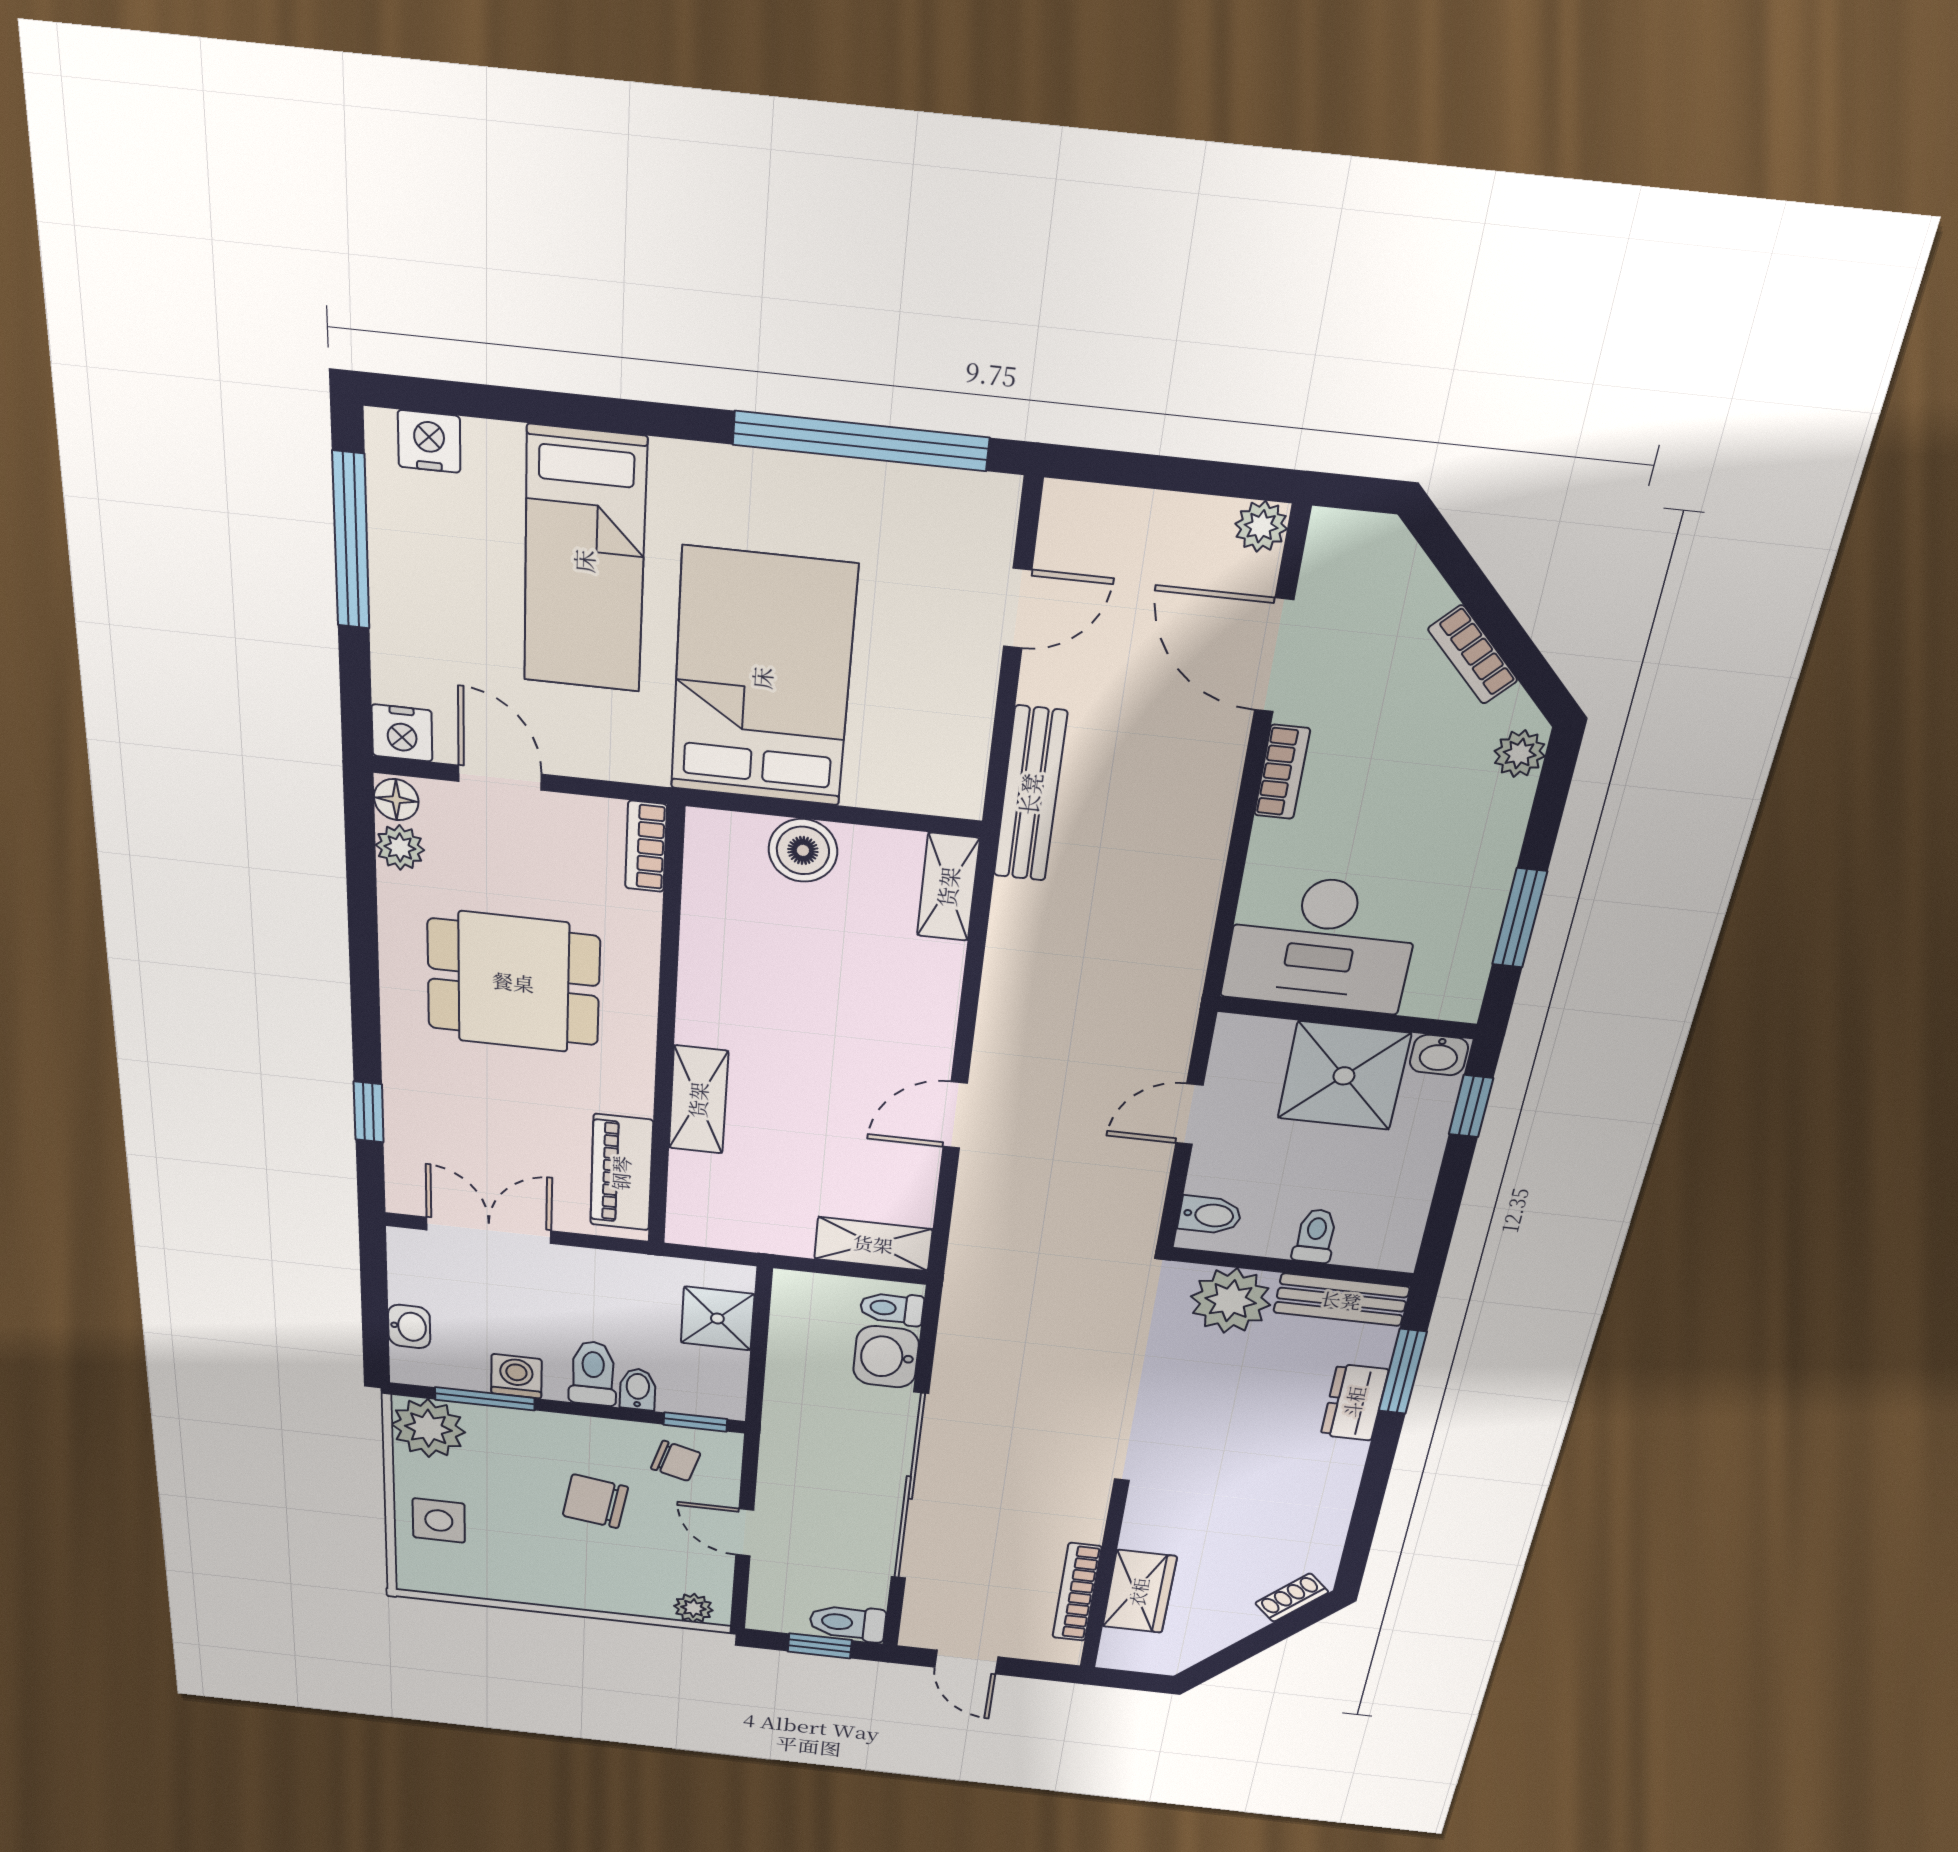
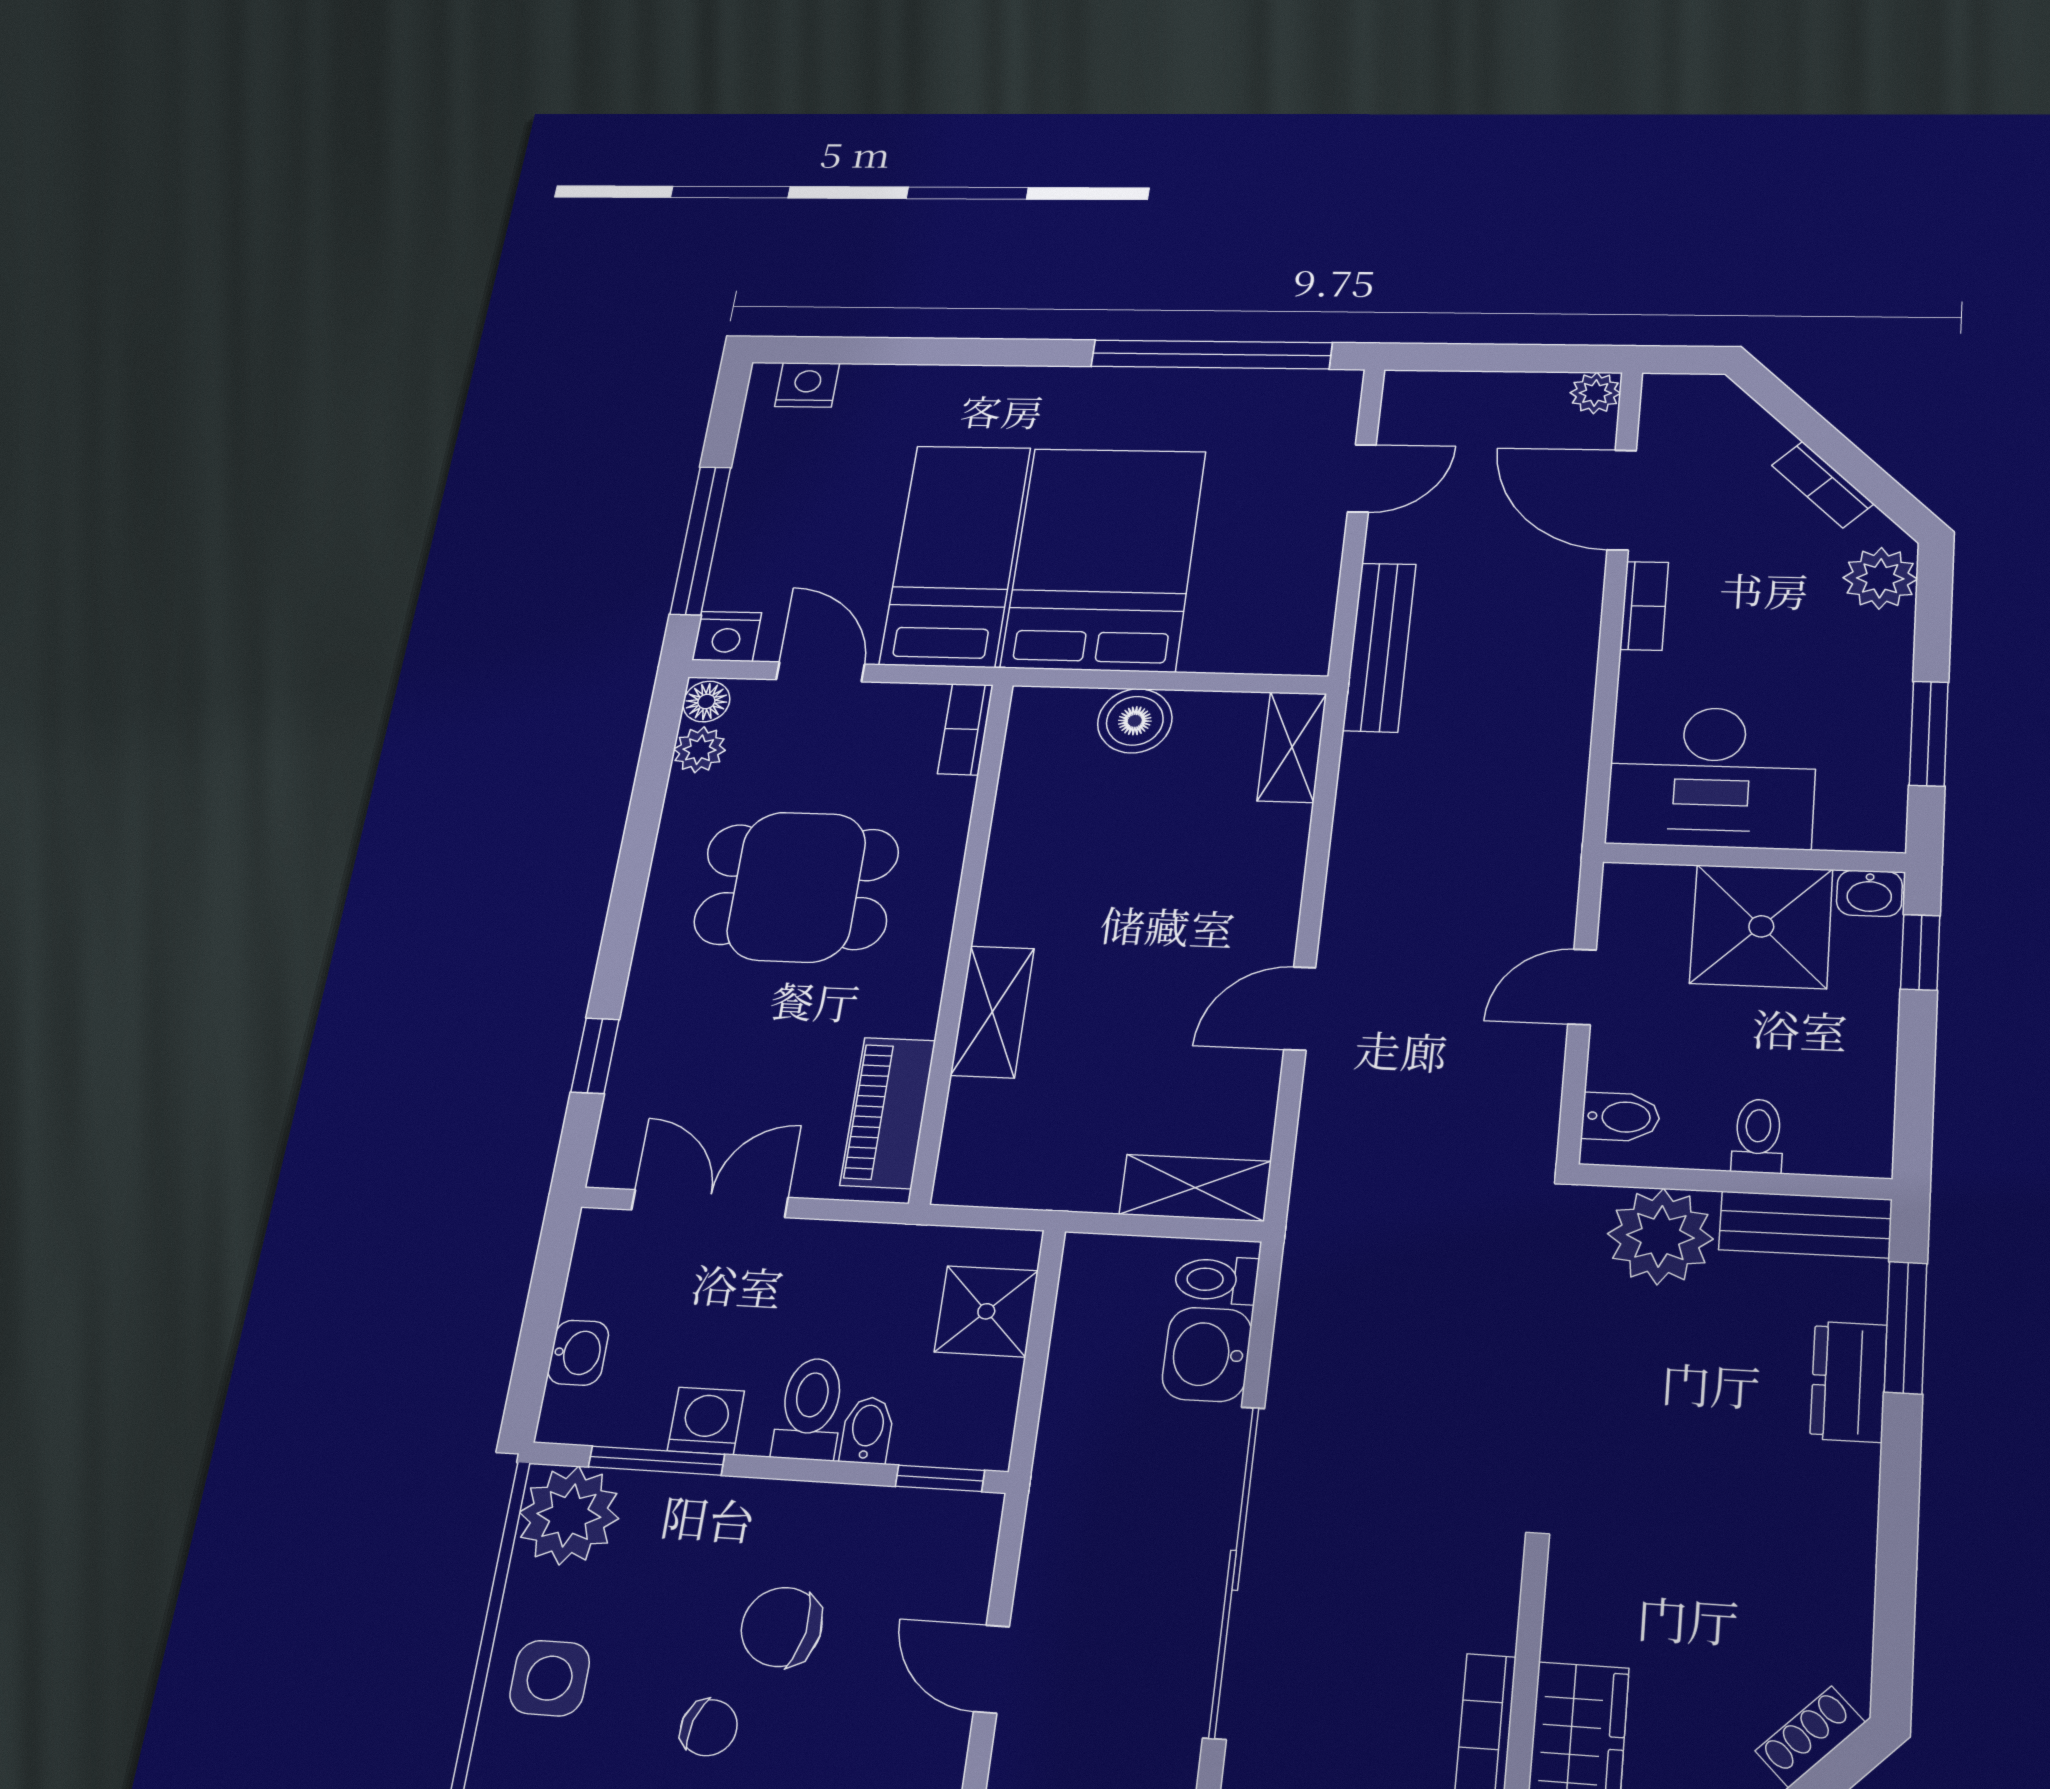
window: (351, 541) -> (701, 540), moved
bed: (584, 561) -> (956, 555), moved, turned 180
plant: (1520, 754) -> (1880, 578), width x1.38, depth x1.38
chair: (676, 1461) -> (709, 1728), moved

